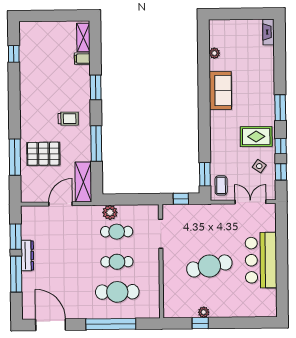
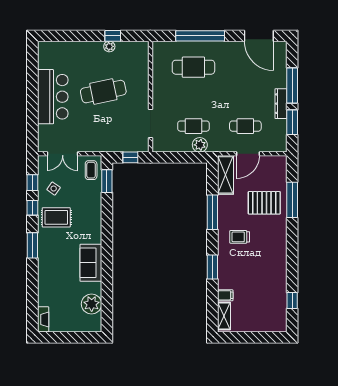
plant: (214, 53) -> (92, 304), width x1.88, depth x1.88
cafe table: (117, 262) -> (245, 126), moved

